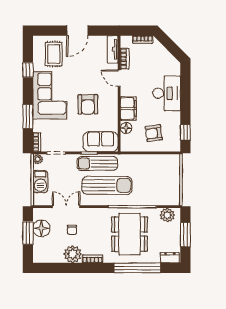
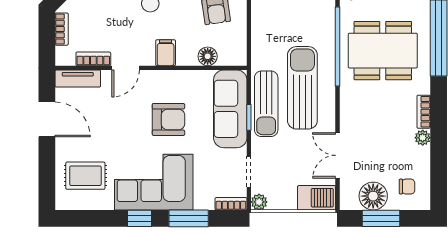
door: (77, 31) -> (47, 119), moved
window: (28, 70) -> (139, 218), moved
filing cabinet: (128, 108) -> (166, 53), width x0.50
sofa: (101, 142) -> (230, 109), width x1.36
barbecue: (40, 182) -> (317, 198), moved
chair: (72, 230) -> (407, 187), moved
plant: (73, 254) -> (423, 138), width x0.53, depth x0.53

